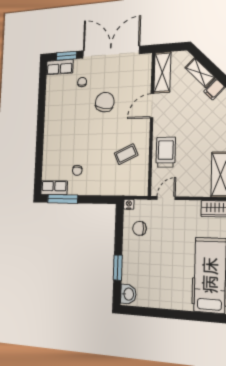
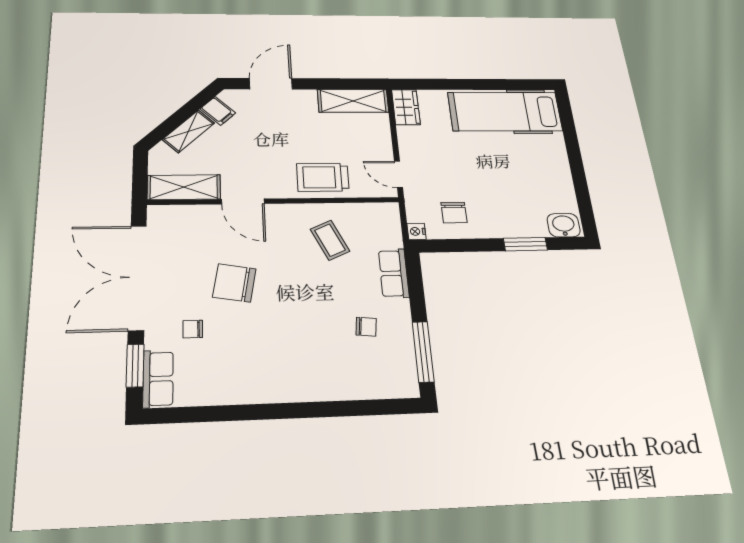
row of seats: (54, 188) -> (394, 273), moved

